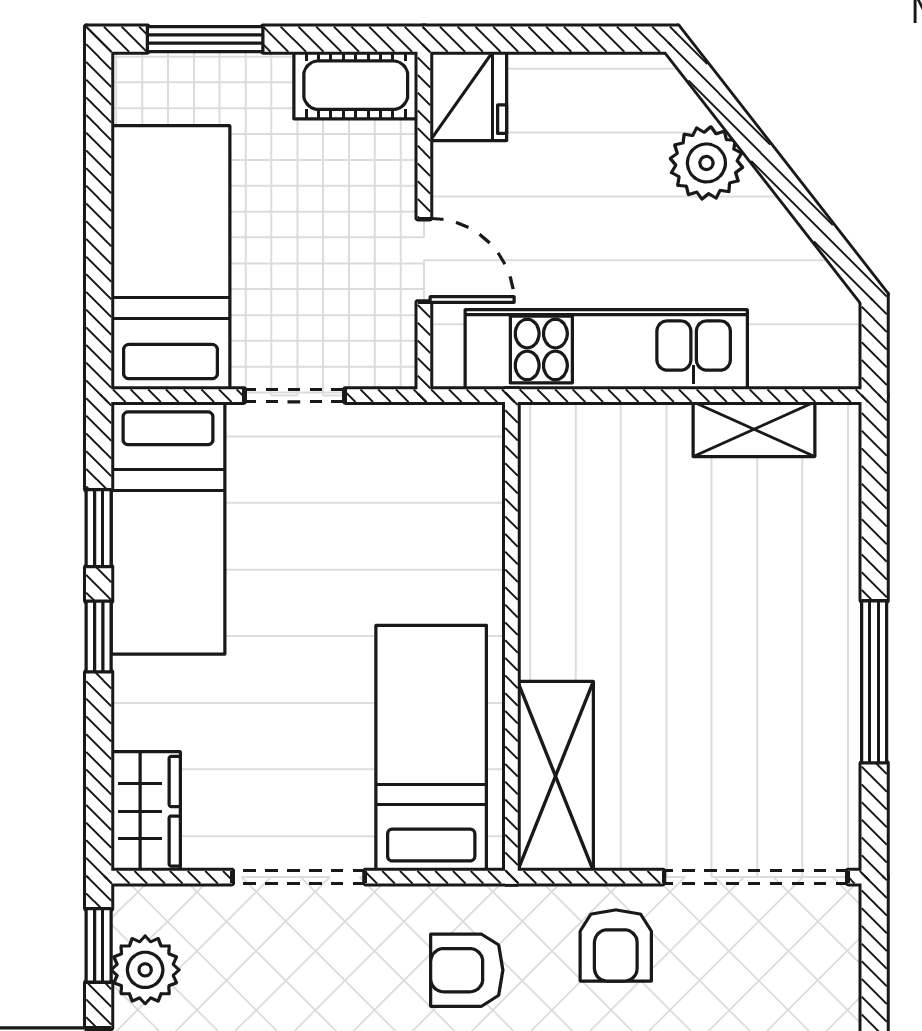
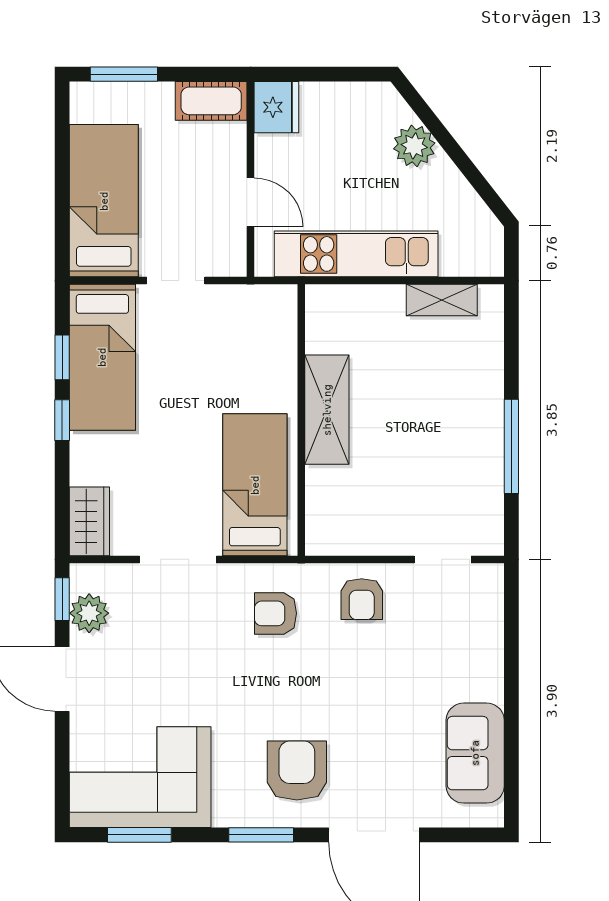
shelving: (556, 776) -> (327, 410), moved
doorway: (756, 877) -> (443, 559), width x0.53

